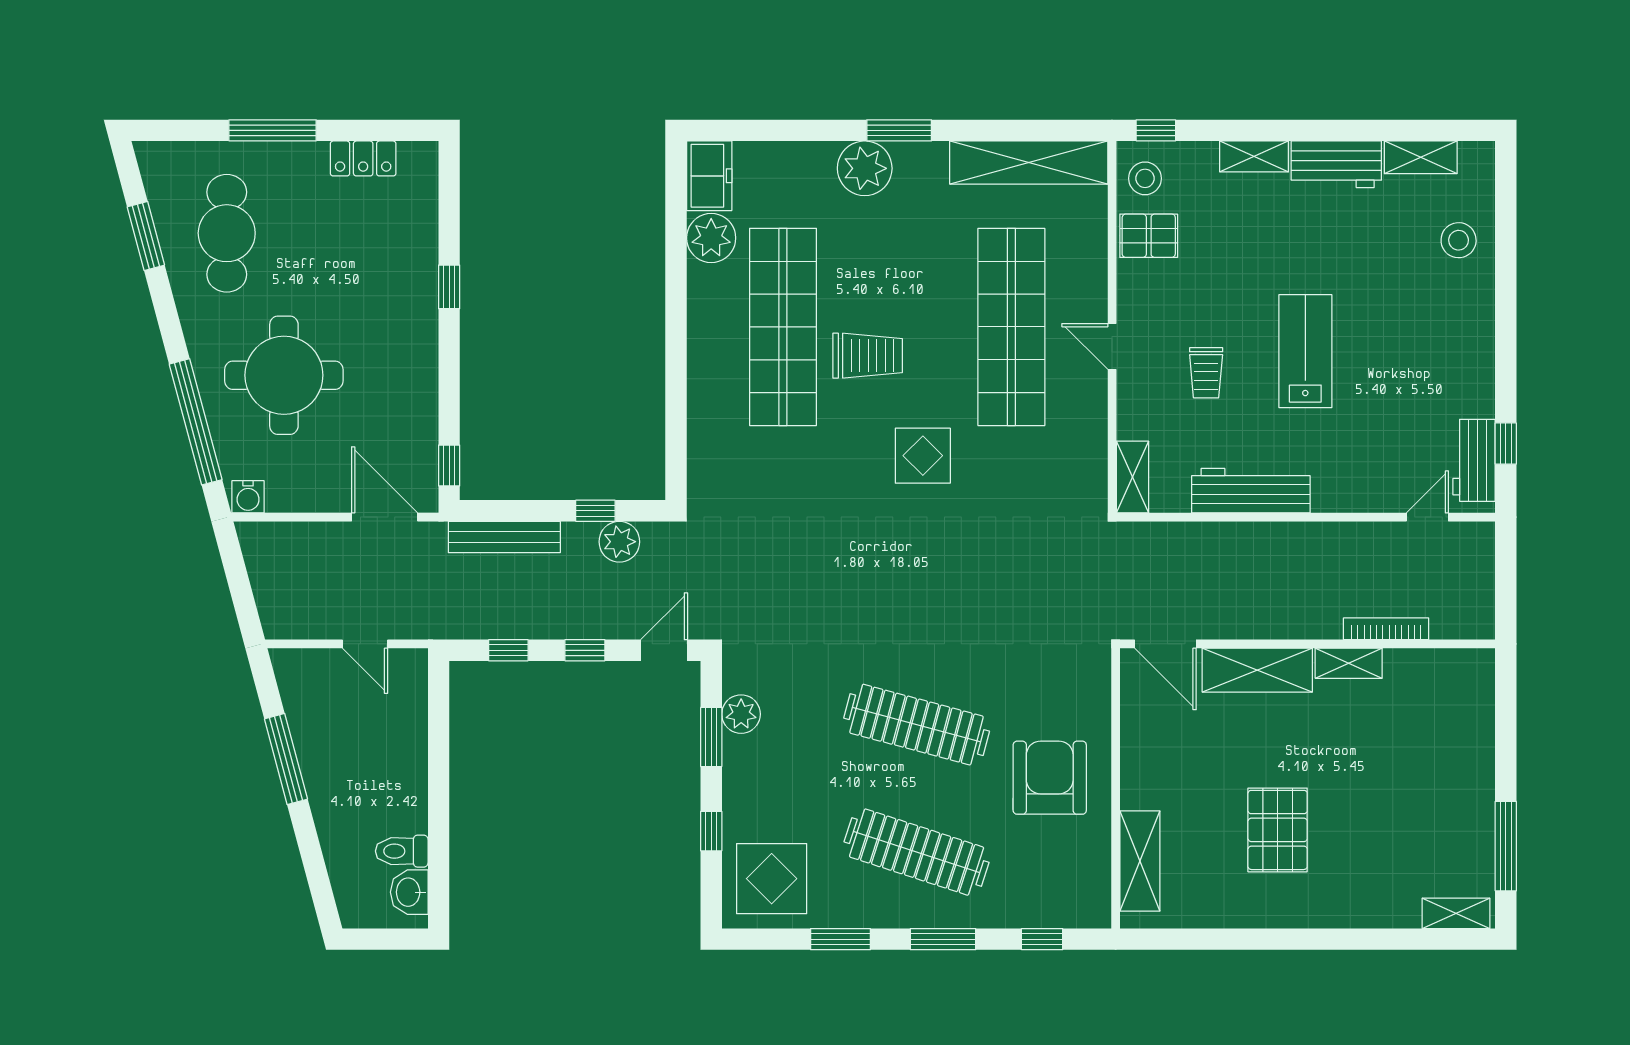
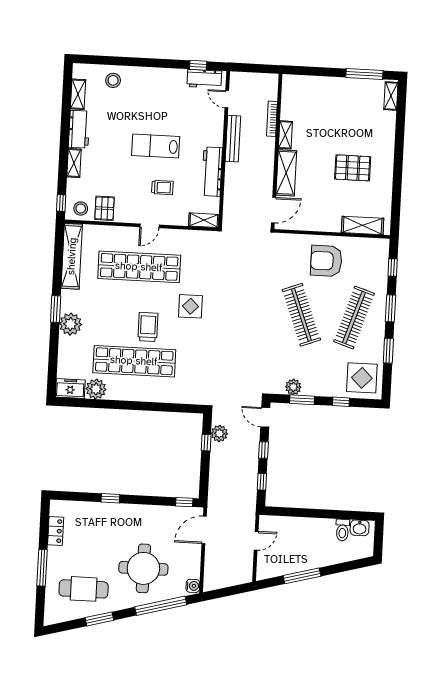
window: (146, 236) -> (99, 619), moved
bench: (504, 537) -> (233, 139), moved
clothes rail: (917, 725) -> (301, 315), turned -36

